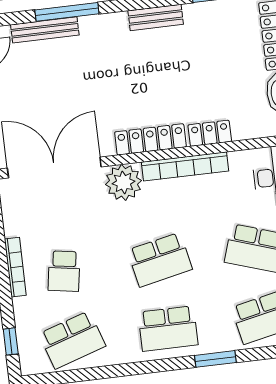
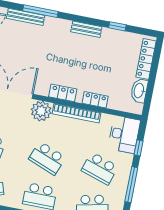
locker: (150, 139) -> (63, 93), width x0.66
school desk: (160, 260) -> (47, 158), turned 33

